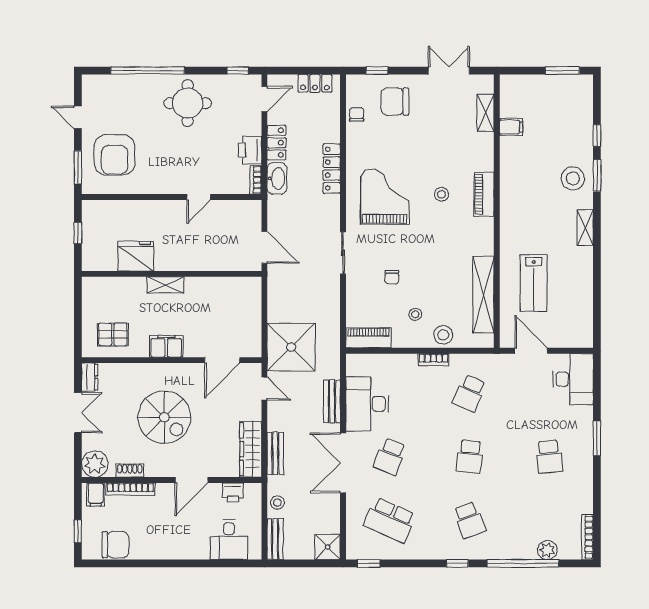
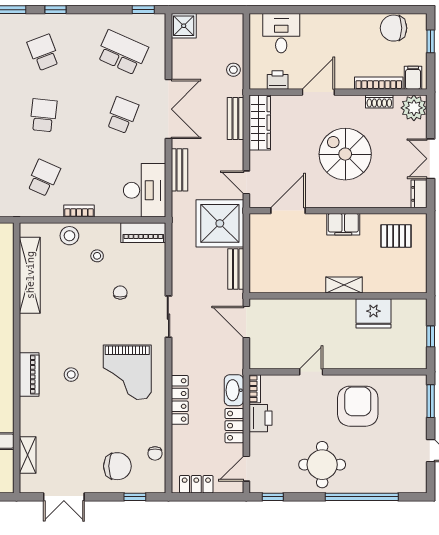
armchair: (115, 155) -> (358, 406), moved
desk: (367, 404) -> (145, 190), moved
bench: (275, 539) -> (236, 269), moved

